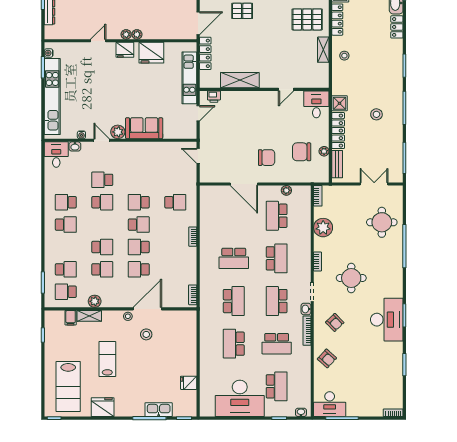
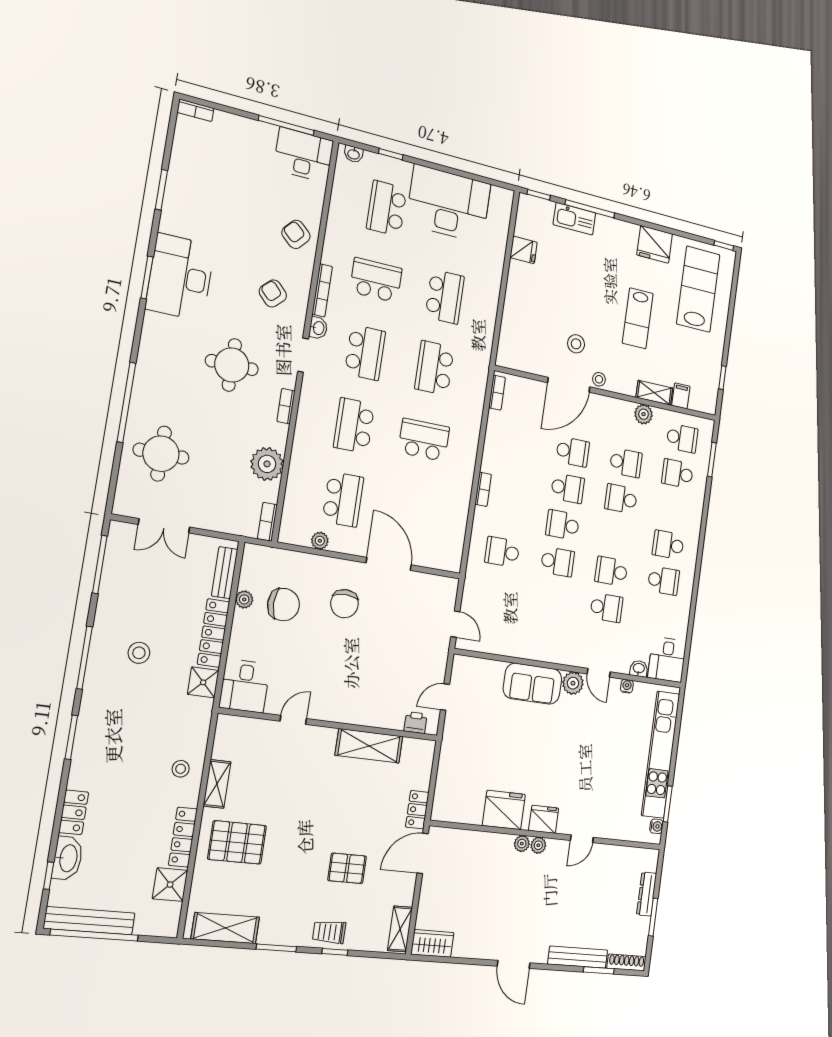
locker: (205, 53) -> (417, 810), width x0.66
kitchen unit: (189, 78) -> (450, 760), removed
chair: (267, 158) -> (344, 604), turned -90
school desk: (102, 269) -> (626, 463), turned 180

